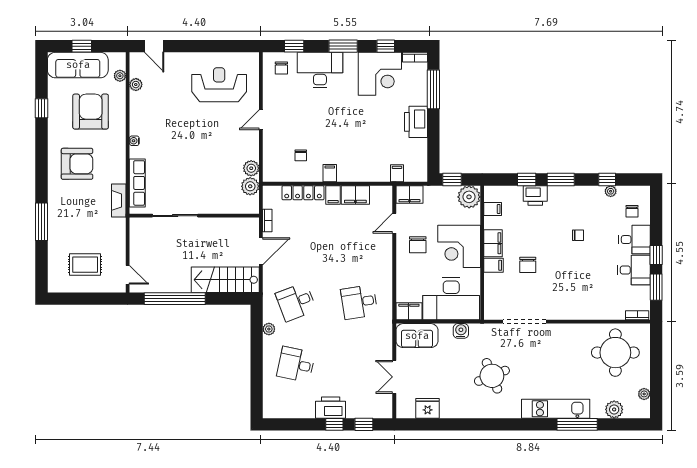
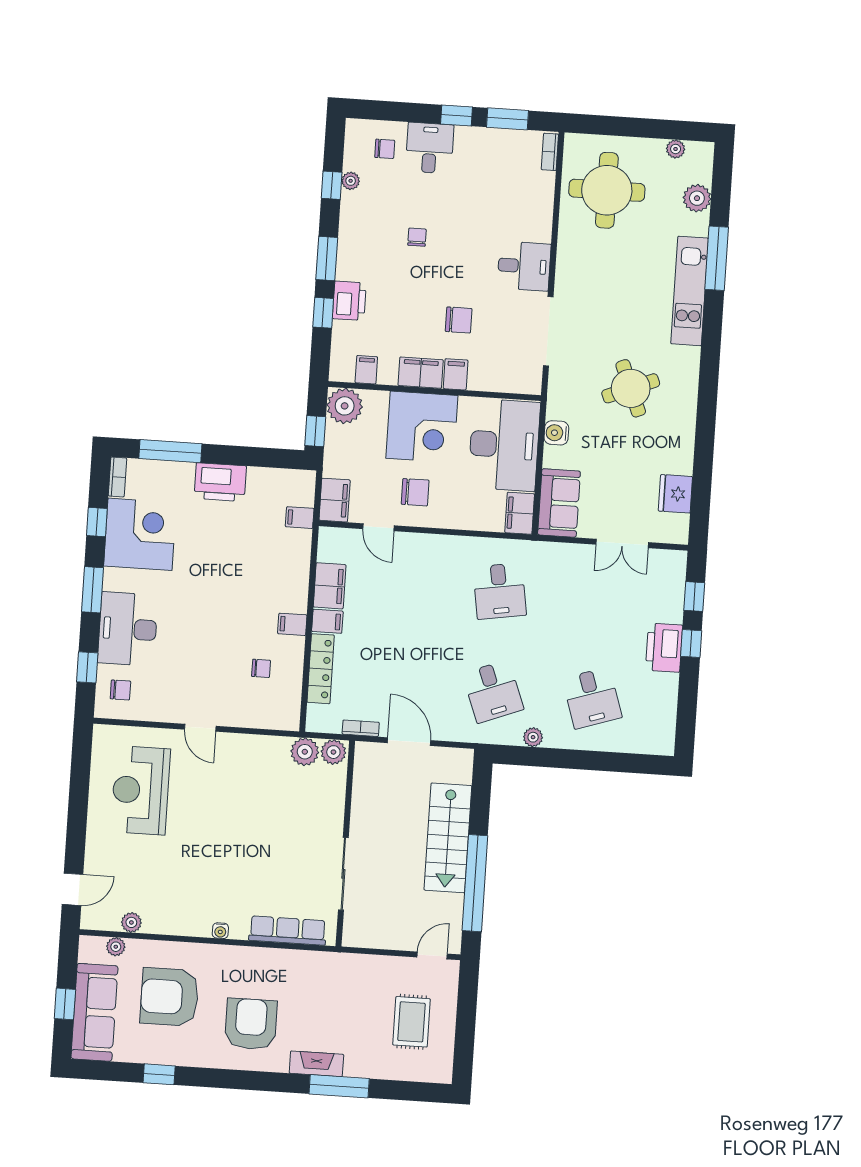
plant: (251, 168) -> (333, 752), moved
fireplace: (119, 200) -> (316, 1064), moved, turned 180
desk: (634, 270) -> (524, 266), moved, turned 90
stairs: (225, 280) -> (448, 838), moved
desk: (296, 364) -> (592, 698), turned -30

